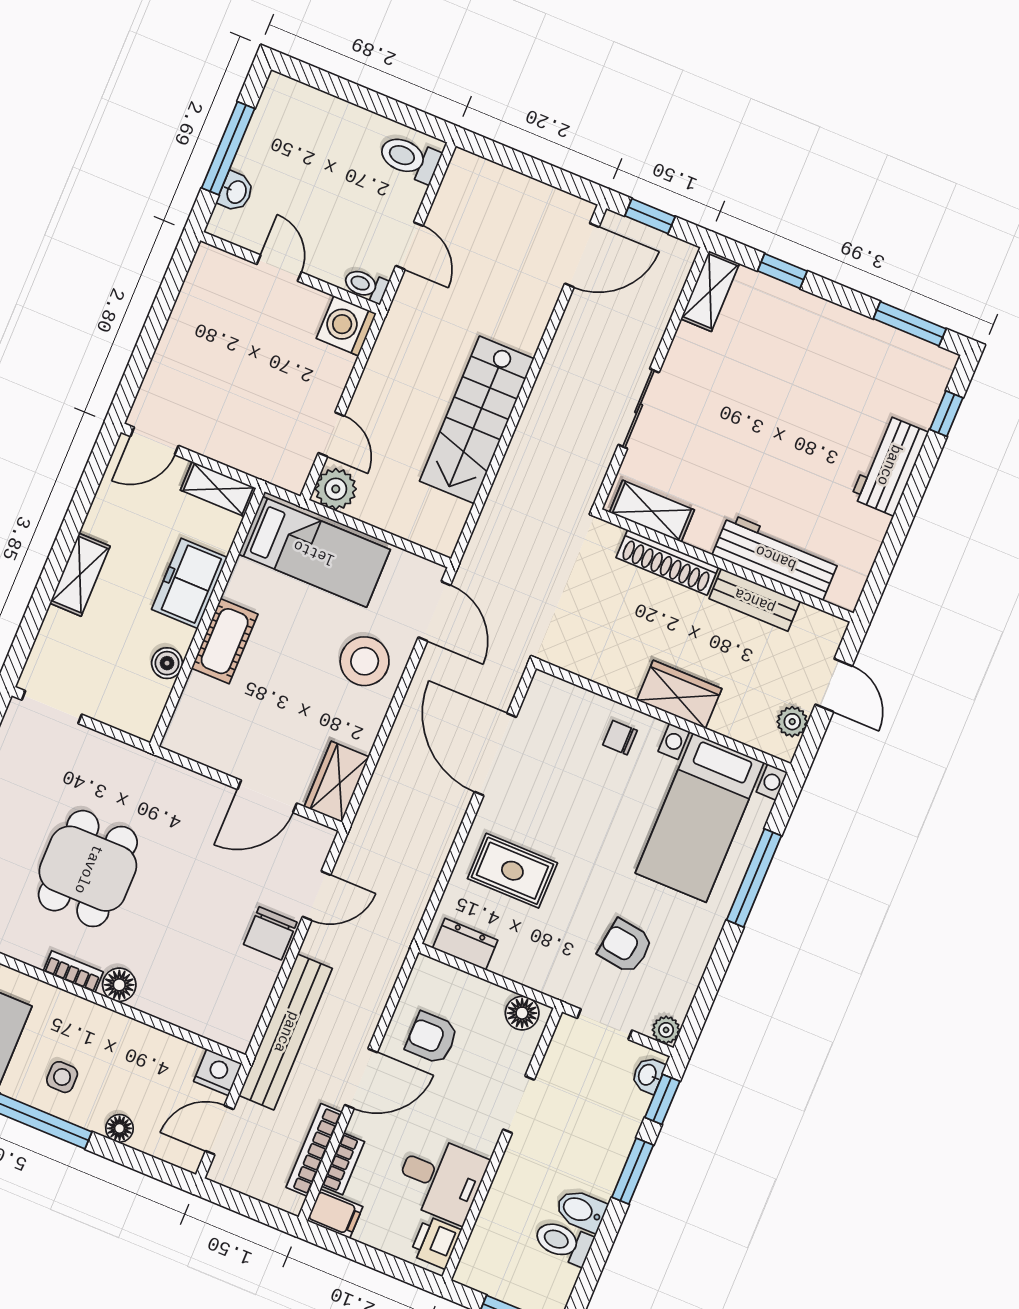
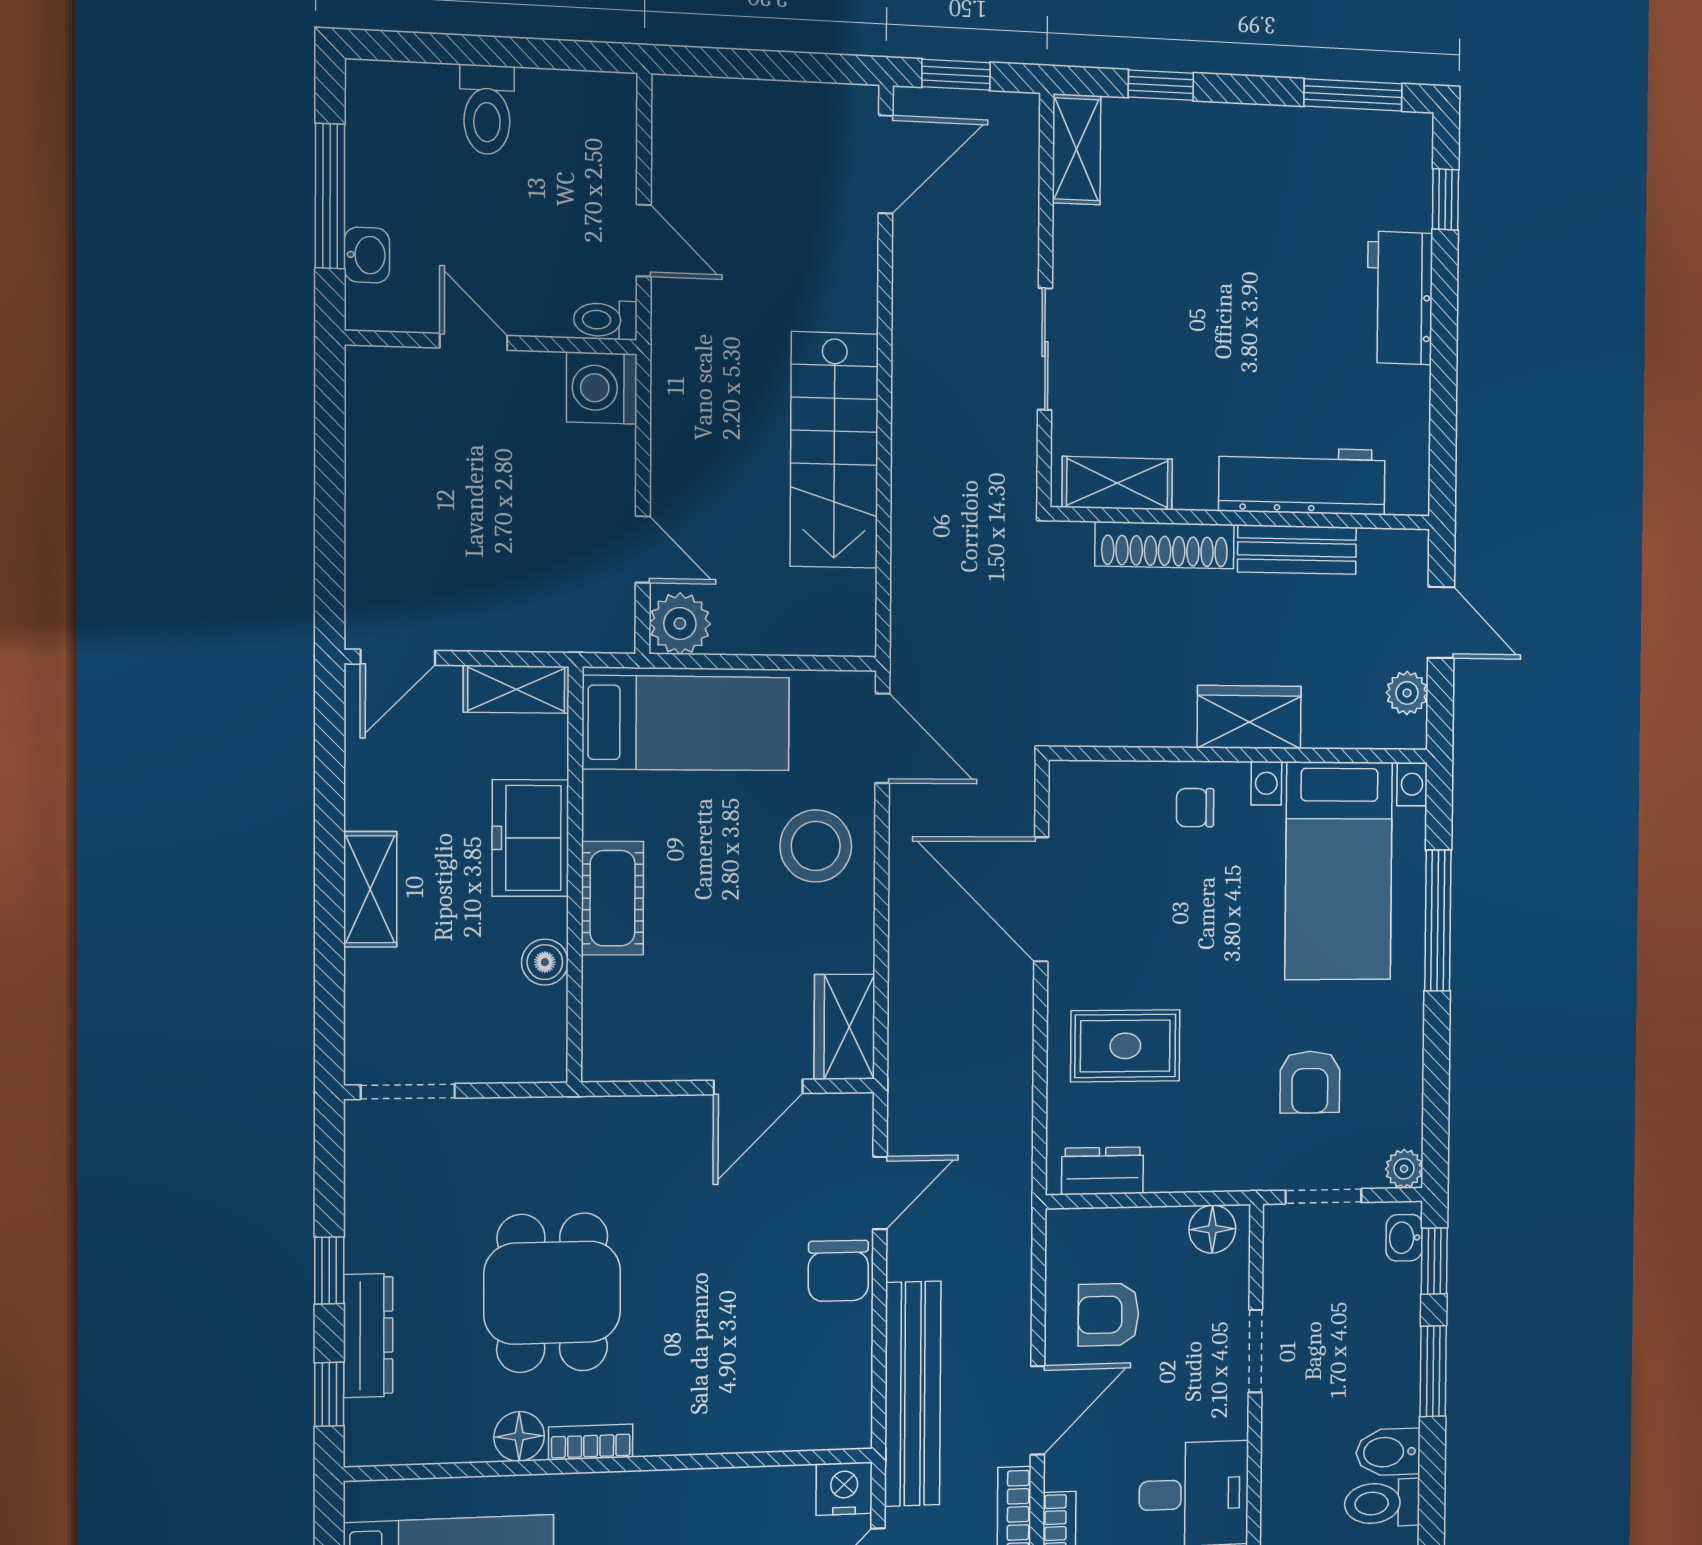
toilet: (409, 158) -> (487, 110), moved, turned -90
armchair: (625, 946) -> (1310, 1082), turned -98
floor lamp: (119, 985) -> (519, 1436), moved

